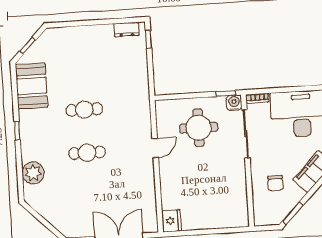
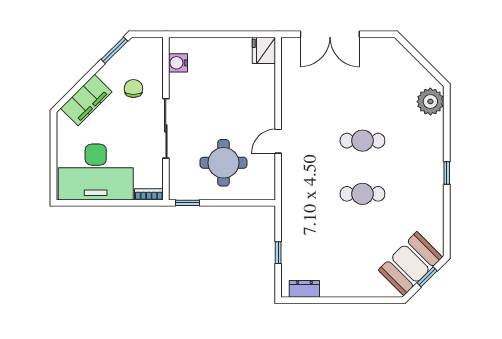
window: (148, 39) -> (278, 253), moved
booth: (32, 86) -> (410, 264), moved, turned 45
water cooler: (234, 103) -> (178, 63), moved, turned 90
sliding door: (246, 134) -> (166, 128), moved
plant: (33, 173) -> (430, 102), moved

